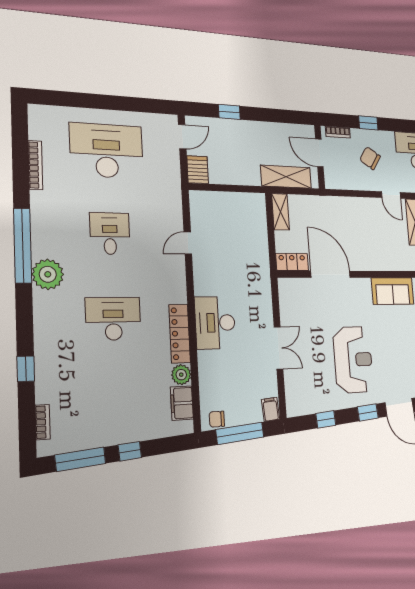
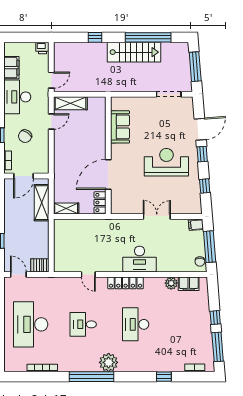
locker: (180, 334) -> (126, 283), moved

